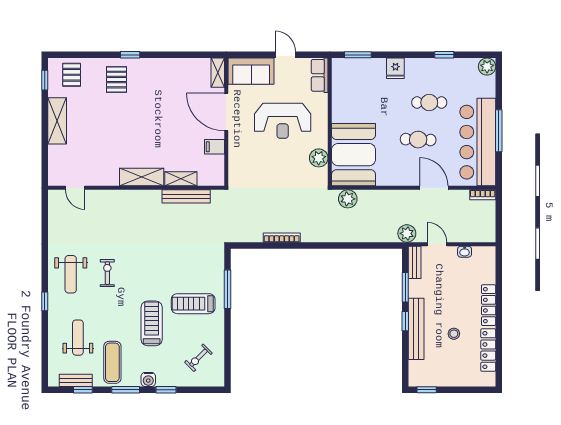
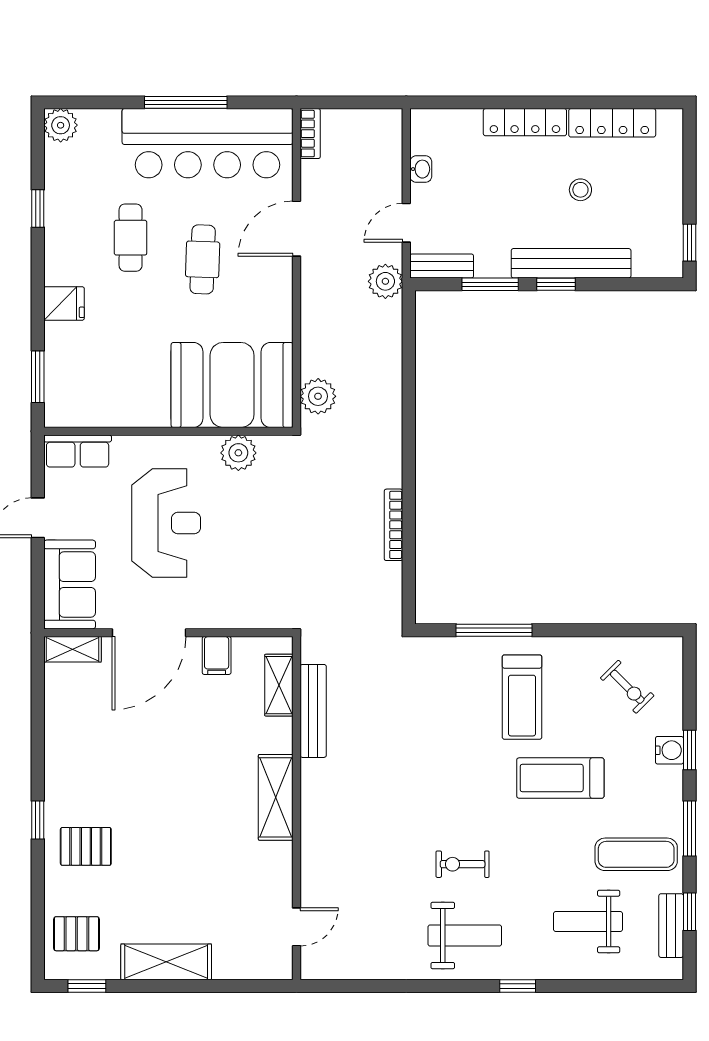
shelving: (181, 179) -> (279, 685), moved
water cooler: (148, 379) -> (669, 750), moved

